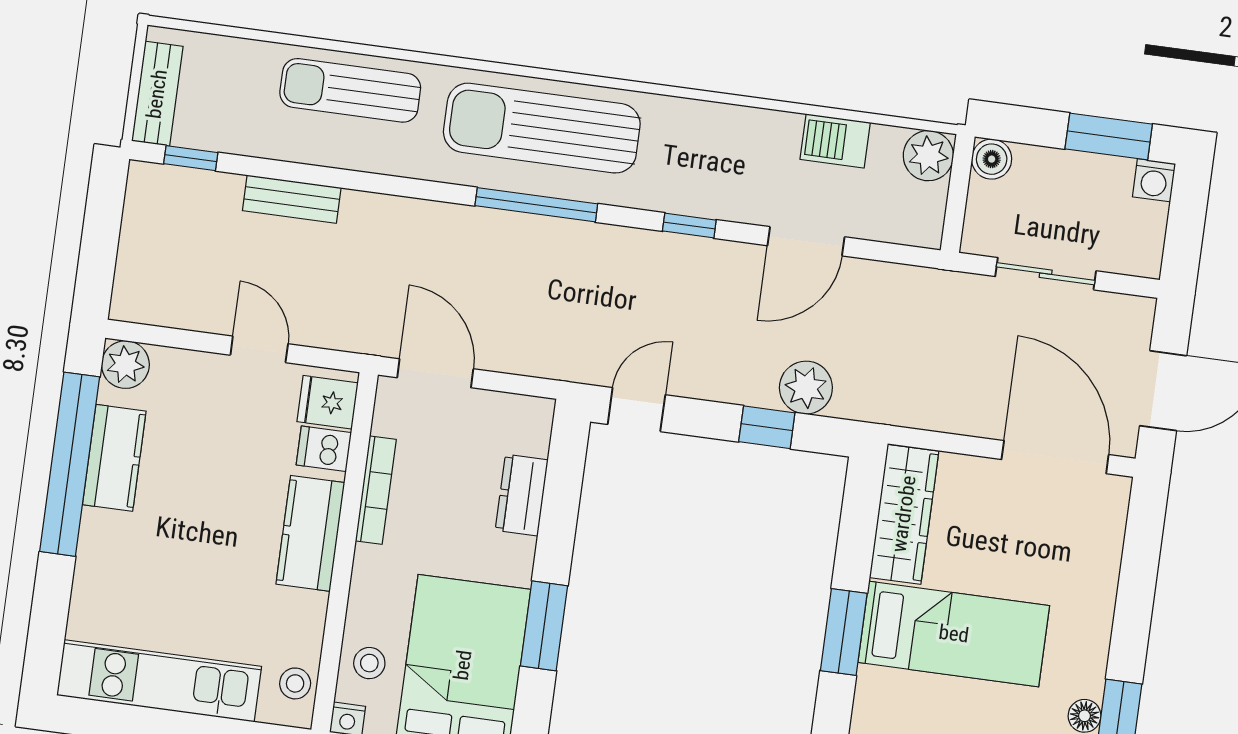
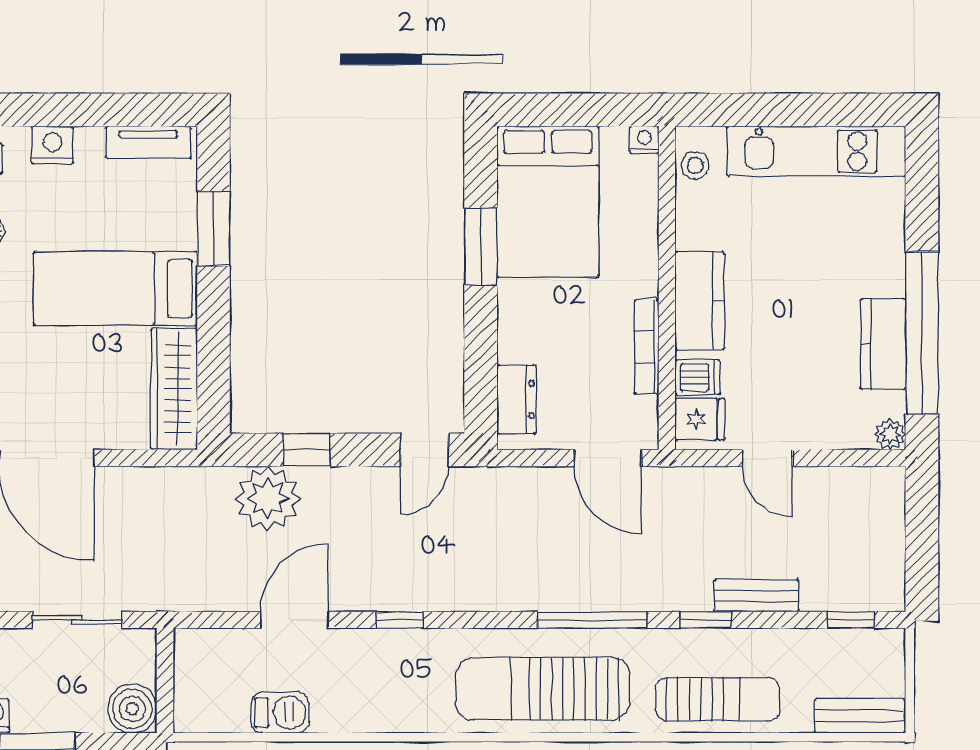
bench: (157, 94) -> (860, 716), moved, turned 90
sun lounger: (542, 128) -> (543, 689), turned 180
plant: (928, 156) -> (196, 711), removed
boiler: (992, 159) -> (132, 709), width x1.36, depth x1.36
window: (351, 180) -> (706, 620), added
window: (536, 205) -> (592, 620), moved
plant: (125, 365) -> (890, 434), width x0.73, depth x0.73
plant: (806, 388) -> (268, 498), width x1.36, depth x1.36
dresser: (522, 495) -> (516, 400), moved
window: (844, 632) -> (213, 229), moved
stool: (369, 663) -> (632, 192), removed

